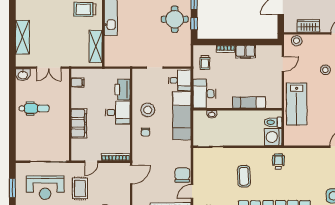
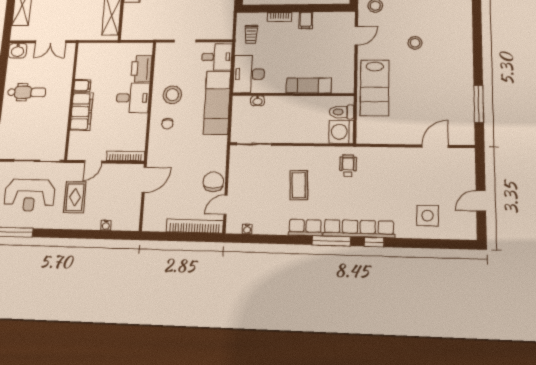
filing cabinet: (245, 52) -> (306, 20), width x0.50
filing cabinet: (78, 82) -> (82, 86), moved

